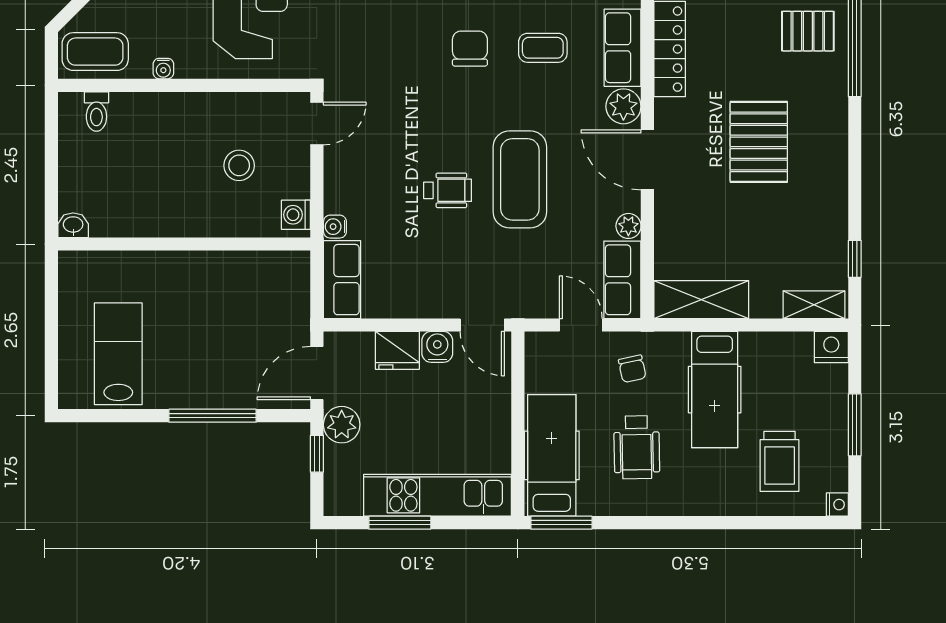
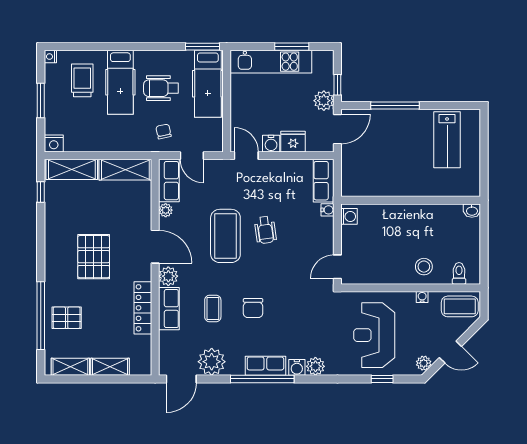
coffee table: (543, 48) -> (213, 309), turned 90
stool: (239, 165) -> (424, 267), moved
wheelchair: (448, 190) -> (265, 230), turned -98
shelving: (814, 305) -> (72, 169), width x1.50, depth x1.33
hospital bed: (715, 390) -> (120, 82), moved, turned 180
wheelchair: (637, 447) -> (161, 88), turned -89

